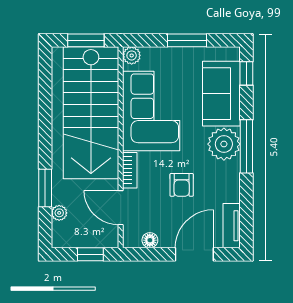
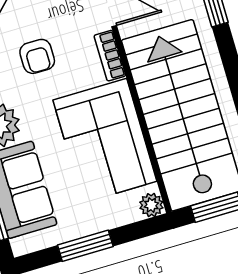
armchair: (182, 185) -> (37, 56), turned 180

